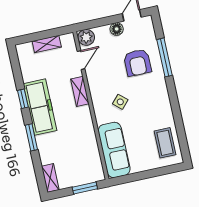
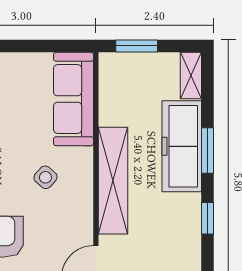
shelving: (80, 91) -> (113, 181), width x2.20, depth x1.33
freezer: (40, 107) -> (182, 146), moved

